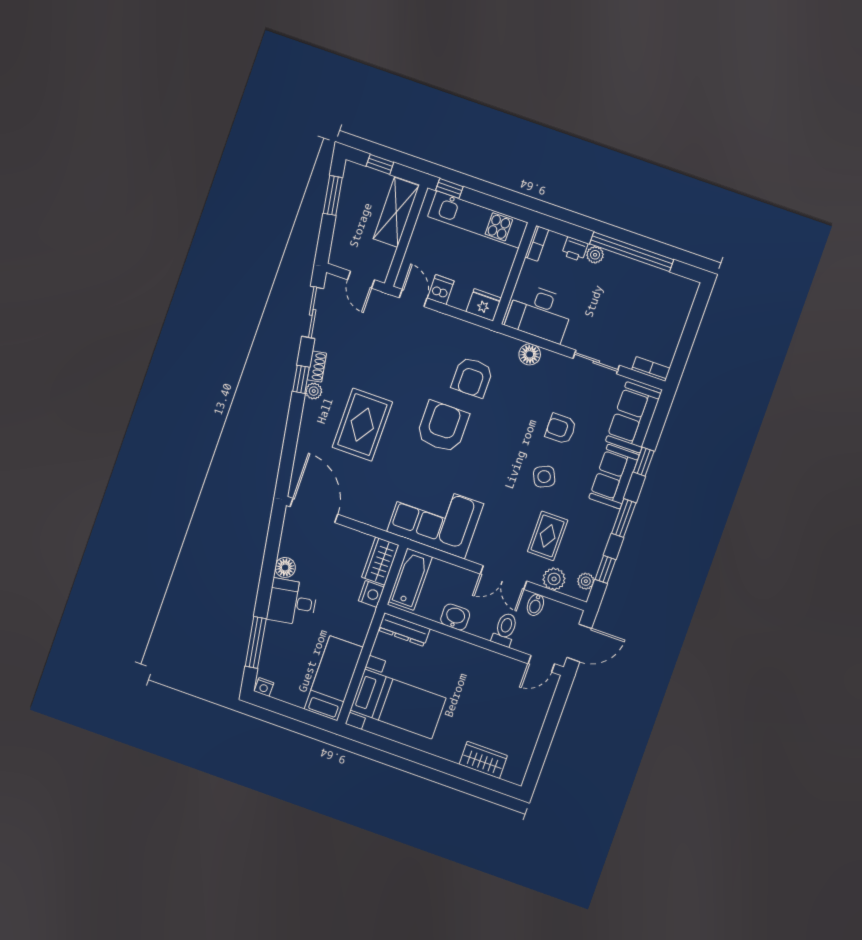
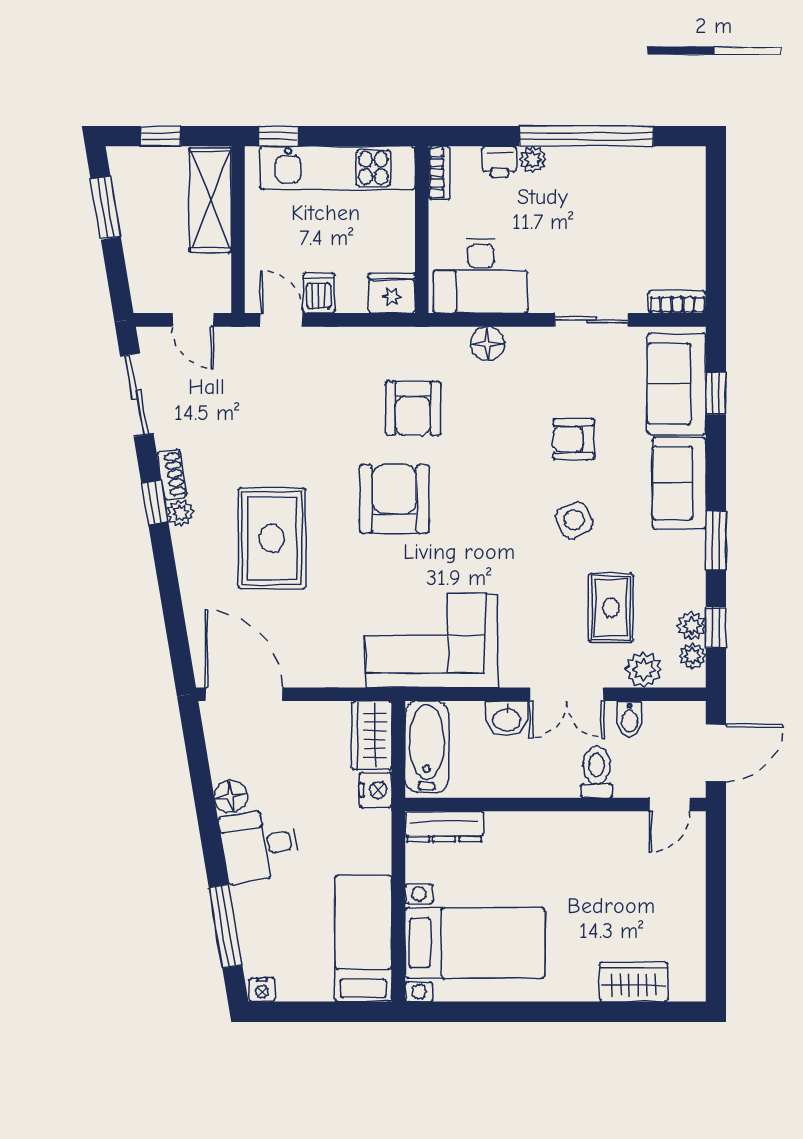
window: (644, 462) -> (716, 393), moved
plant: (591, 563) -> (692, 626), added
washbasin: (455, 617) -> (507, 719), moved, turned 180

